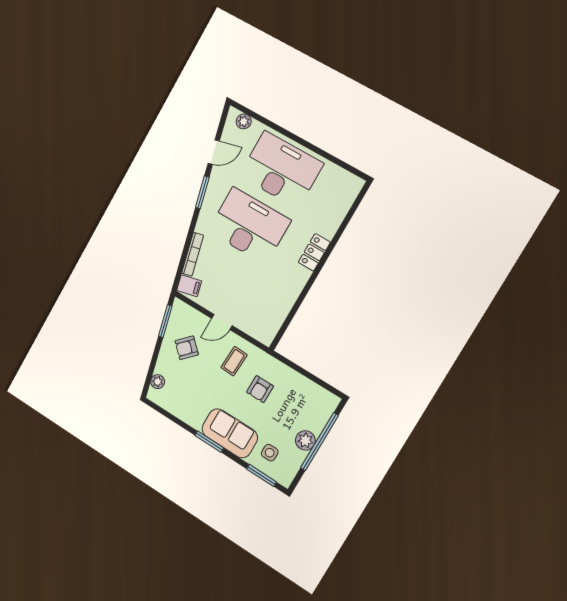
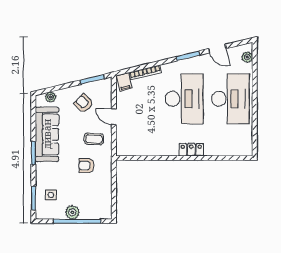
sofa: (230, 433) -> (47, 134), moved, width x1.36

